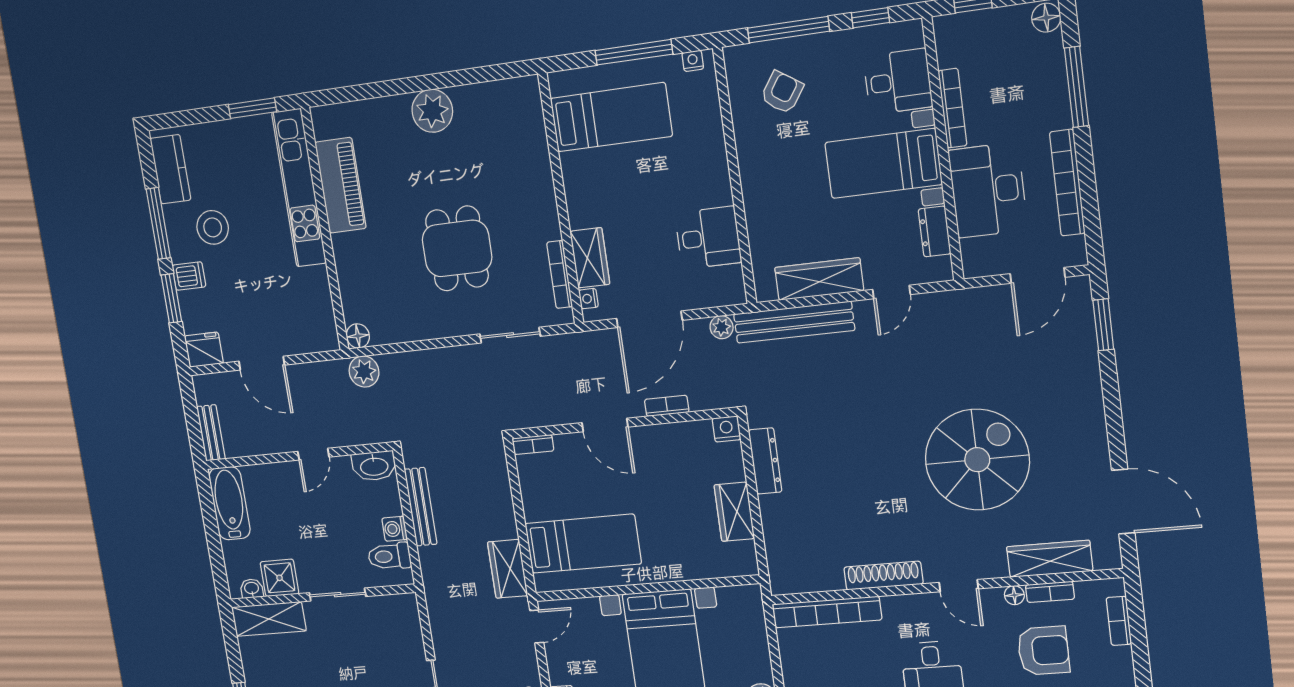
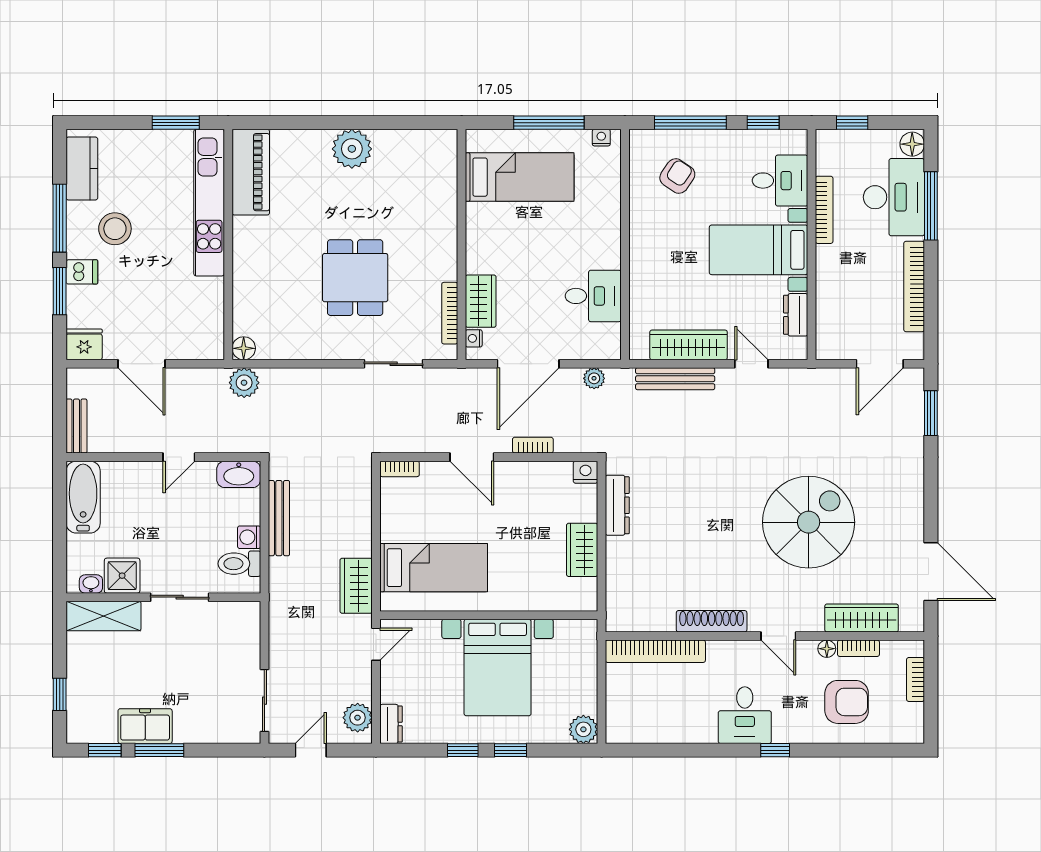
piano: (340, 185) -> (251, 172), moved
desk: (988, 190) -> (894, 197), moved, turned 180
door: (891, 292) -> (751, 364), swing flipped
bench: (794, 322) -> (675, 379), width x0.73, depth x0.82

